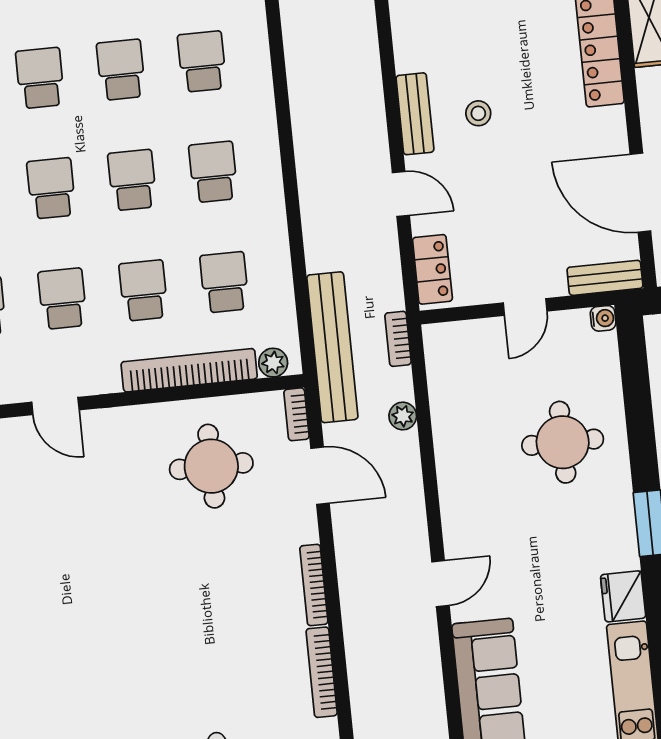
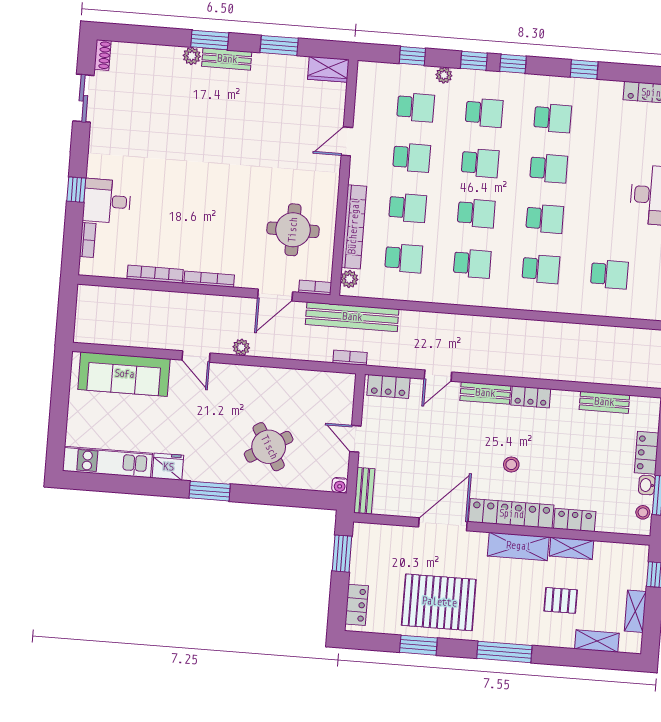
locker: (408, 40) -> (531, 397), added
stool: (478, 113) -> (511, 465), moved
door: (640, 193) -> (443, 524), moved
plant: (403, 416) -> (241, 347), moved
round table: (563, 442) -> (269, 447), turned -31

